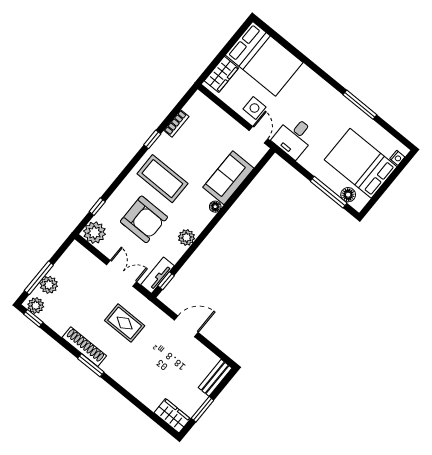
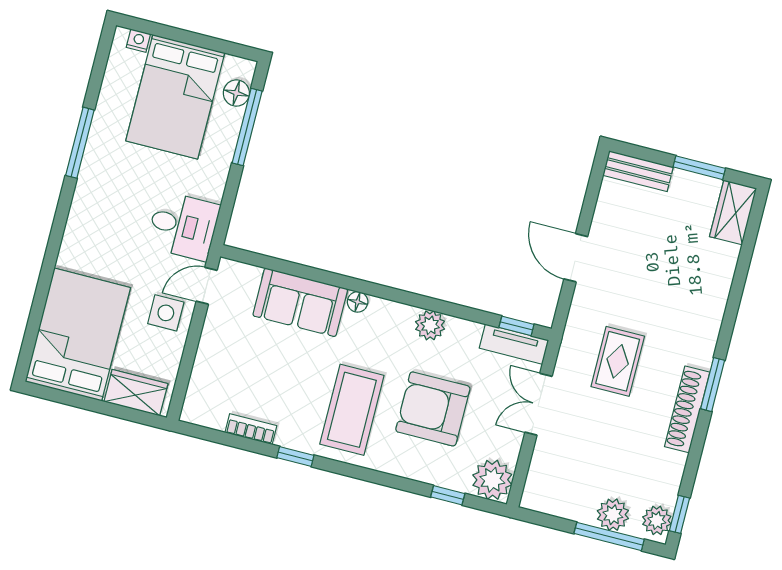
armchair: (144, 219) -> (433, 409), turned -90

